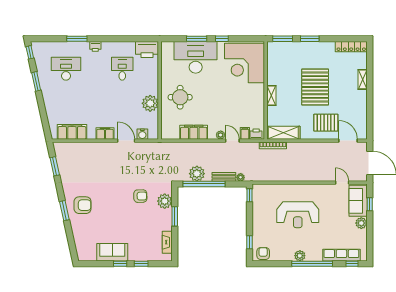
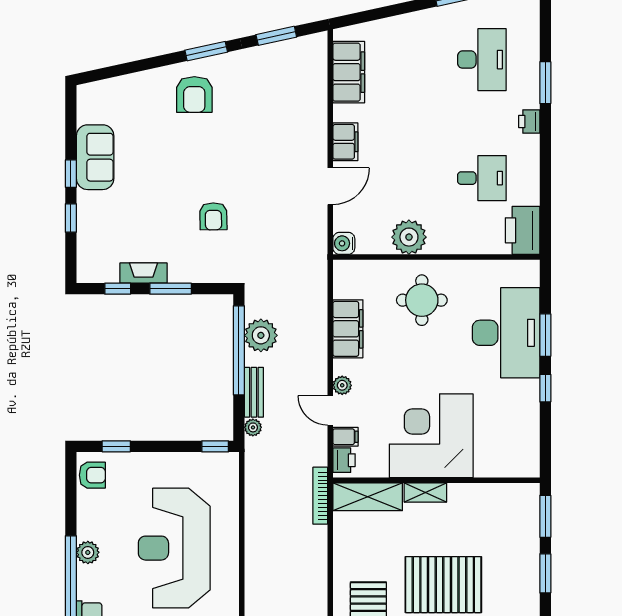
corner desk: (244, 63) -> (431, 436), moved
shelving: (283, 133) -> (368, 497), moved, turned 90
water cooler: (142, 134) -> (344, 243), moved
door: (232, 141) -> (330, 410), swing flipped
plant: (165, 201) -> (203, 268), removed
window: (64, 211) -> (206, 51), moved
reception desk: (298, 215) -> (174, 548), width x1.36, depth x1.30
fireplace: (167, 242) -> (143, 273), moved
window: (175, 242) -> (118, 289), added

